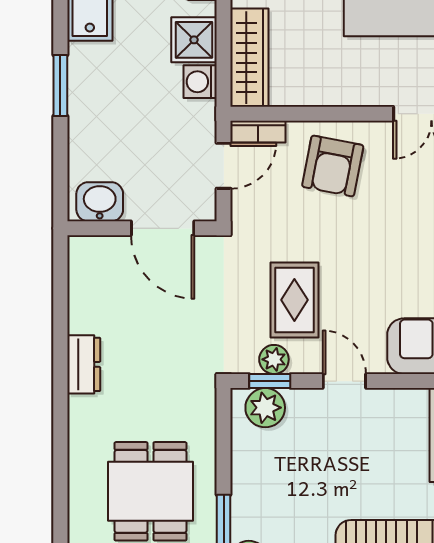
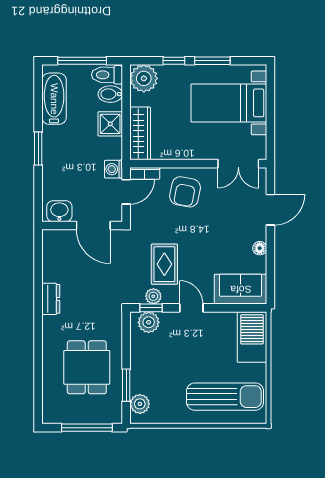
washing machine: (200, 82) -> (113, 169), moved

